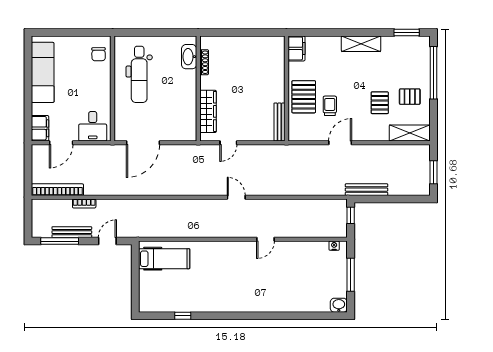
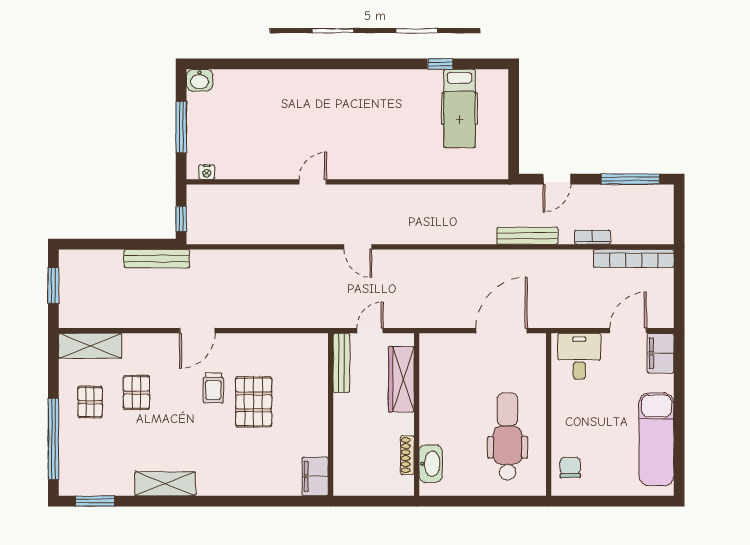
filing cabinet: (296, 48) -> (315, 476), moved
wall: (286, 89) -> (331, 415), moved
pallet: (410, 97) -> (90, 402), turned 90
bench: (279, 122) -> (341, 363), moved
bench: (72, 232) -> (527, 236), moved
hospital bed: (164, 259) -> (459, 109), moved, turned -90

